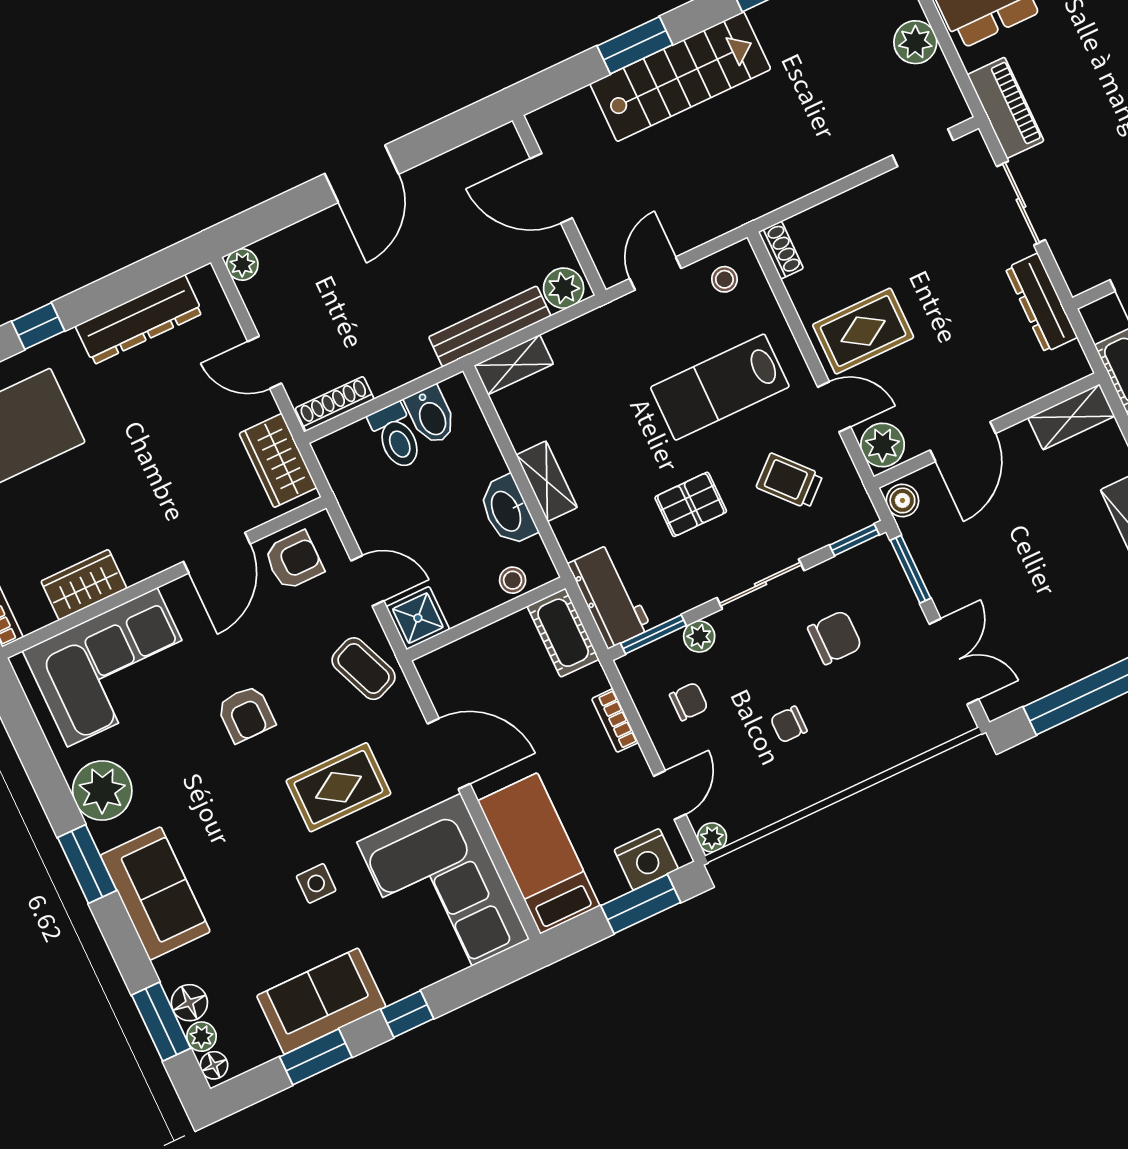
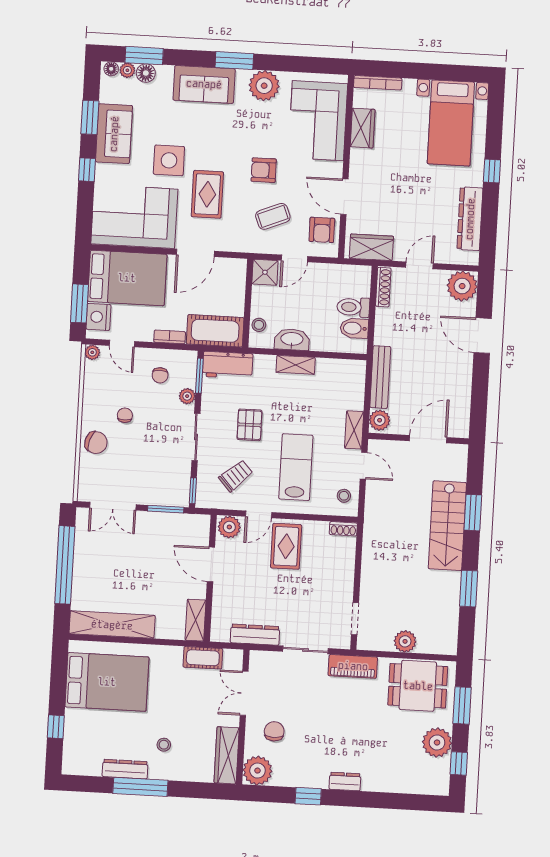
door: (362, 174) -> (483, 336), moved
plant: (242, 264) -> (462, 286), width x1.87, depth x1.87
shelving: (514, 365) -> (354, 430), moved
boiler: (902, 500) -> (199, 522), removed
cot: (563, 633) -> (215, 331), width x1.37, depth x1.34
chair: (835, 637) -> (96, 443), moved, turned -73
coffee table: (364, 669) -> (273, 216), moved
bed: (539, 853) -> (127, 278), width x1.50
side table: (316, 883) -> (169, 160), width x1.87, depth x1.87

